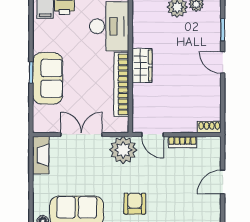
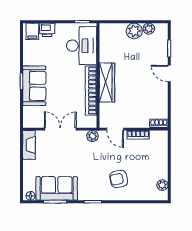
wardrobe: (142, 65) -> (107, 82), width x1.50
plant: (123, 150) -> (92, 136), width x0.53, depth x0.53
door: (223, 182) -> (169, 166), removed
armchair: (135, 204) -> (119, 179), moved, turned -101
plant: (214, 207) -> (162, 185), added

